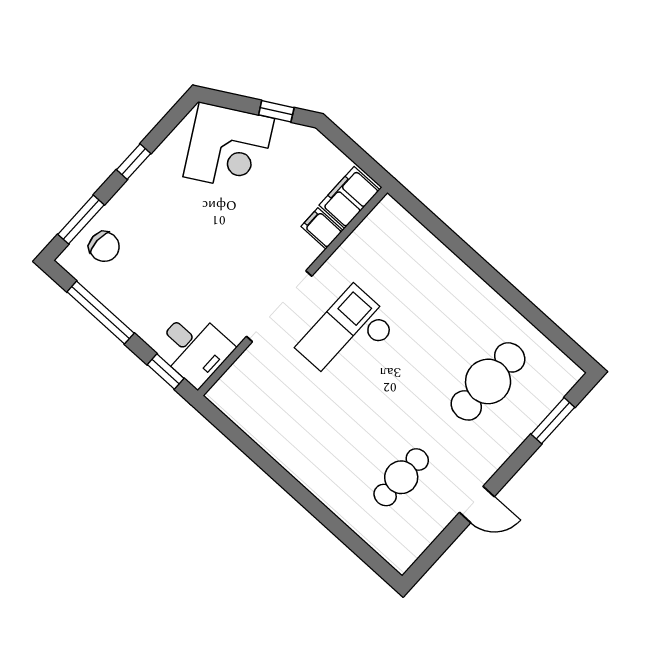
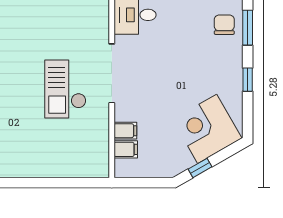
filing cabinet: (349, 198) -> (126, 149), width x0.50
chair: (104, 247) -> (224, 25), turned 90
checkout: (347, 336) -> (65, 89), turned 180

